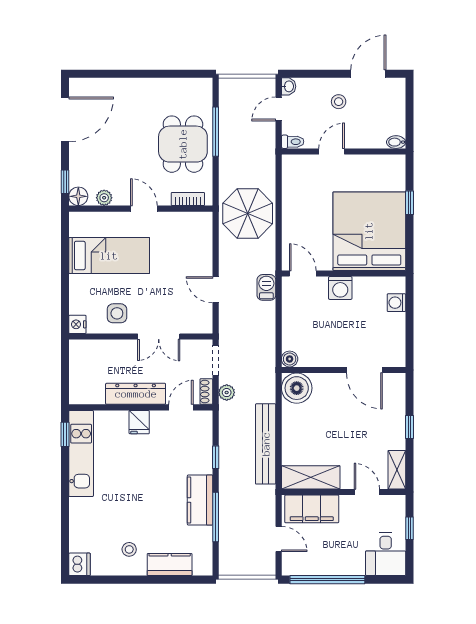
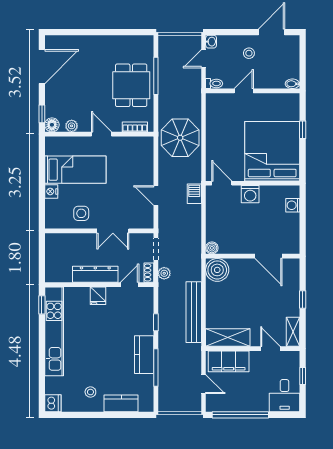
nightstand: (77, 324) -> (51, 191), moved
kitchen unit: (81, 453) -> (54, 331), width x1.36

